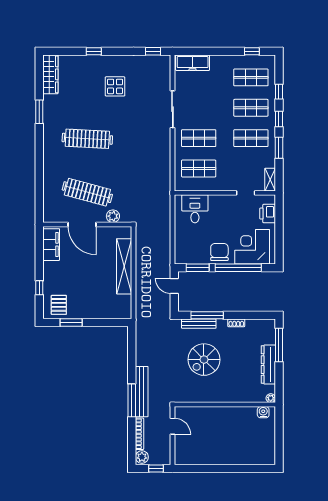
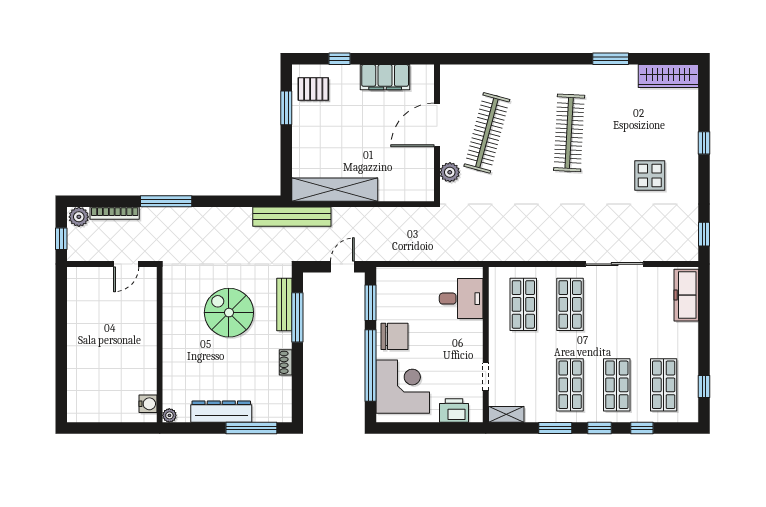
filing cabinet: (51, 245) -> (385, 77), moved
shelving: (124, 266) -> (335, 190), moved
bench: (142, 392) -> (292, 217), moved

